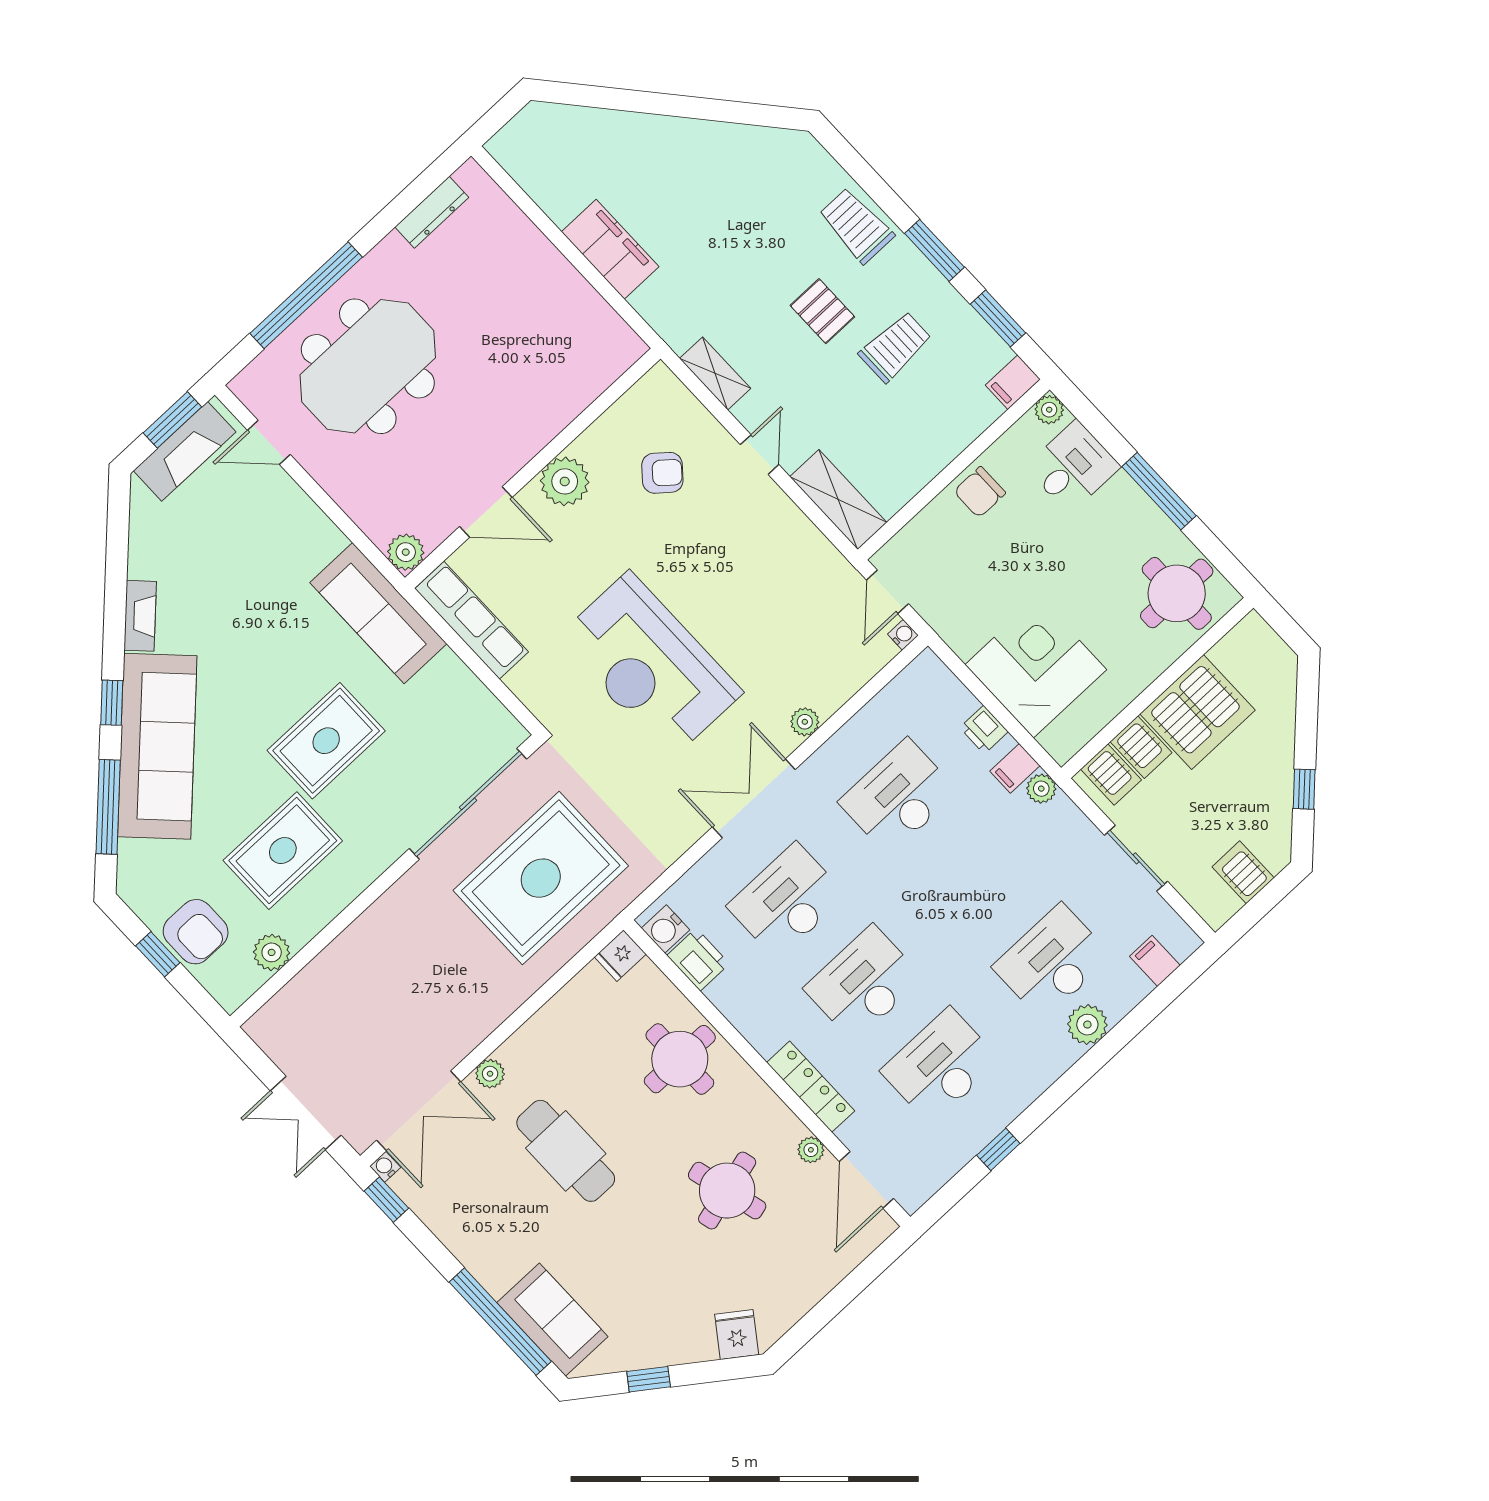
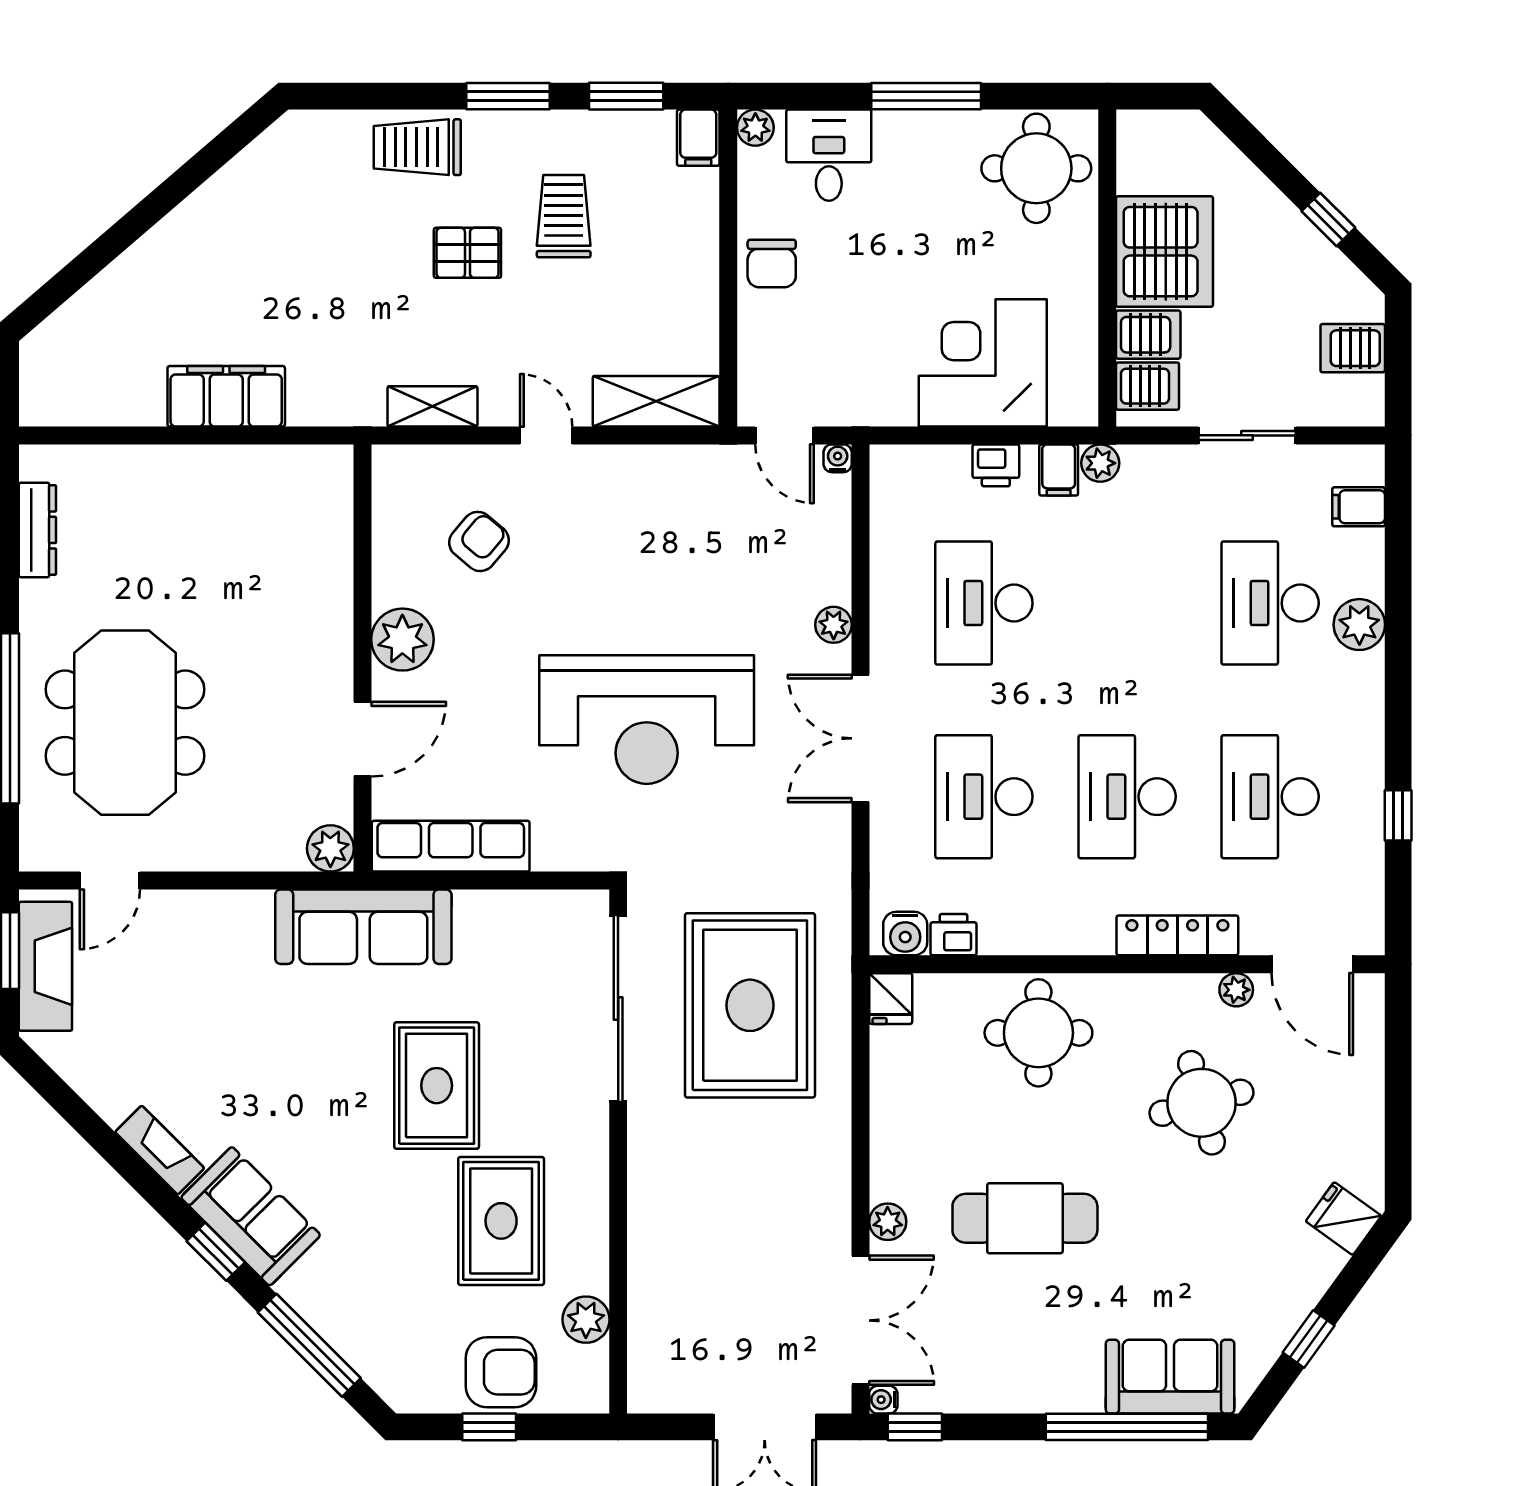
sofa: (157, 746) -> (251, 1216), width x0.54, depth x0.79
printer: (698, 960) -> (954, 935), width x0.73, depth x0.81

